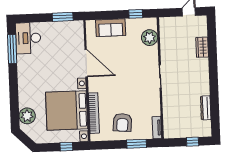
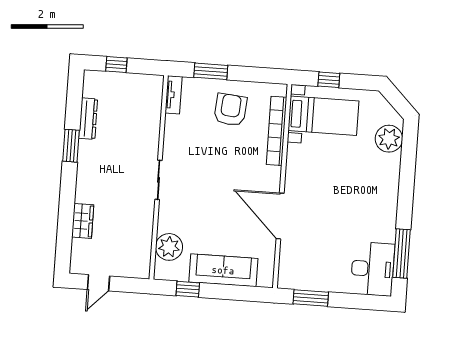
sofa: (111, 28) -> (223, 270), width x1.36
window: (214, 91) -> (71, 146), added
bed with nightstands: (67, 110) -> (323, 116), width x0.54

